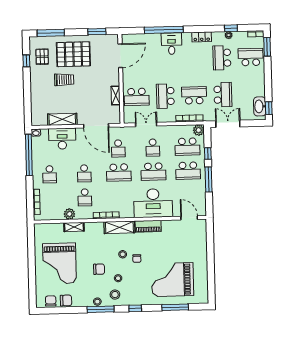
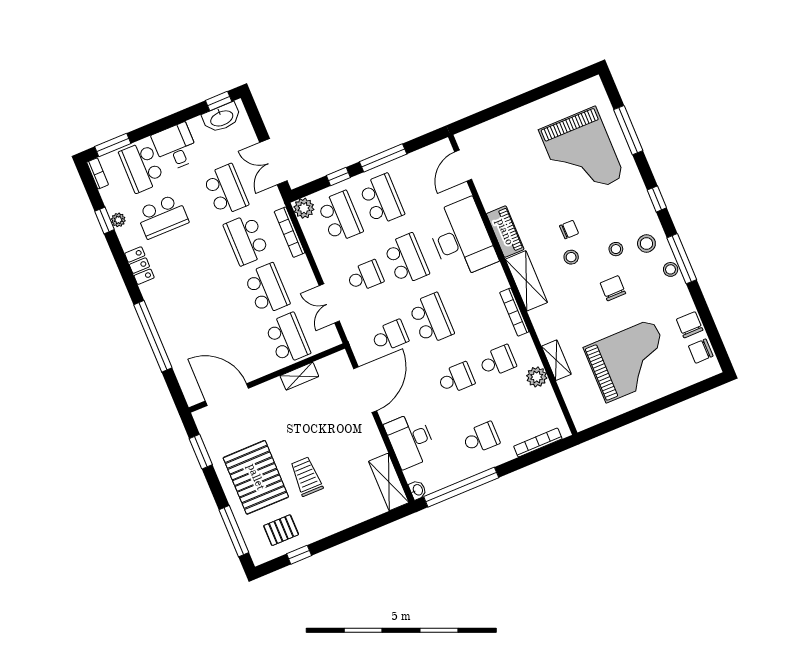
desk: (172, 44) -> (176, 147), moved, turned 90
school desk: (223, 95) -> (226, 190), turned 90
school desk: (165, 96) -> (267, 289), turned -90
shelving: (62, 119) -> (389, 482), moved

